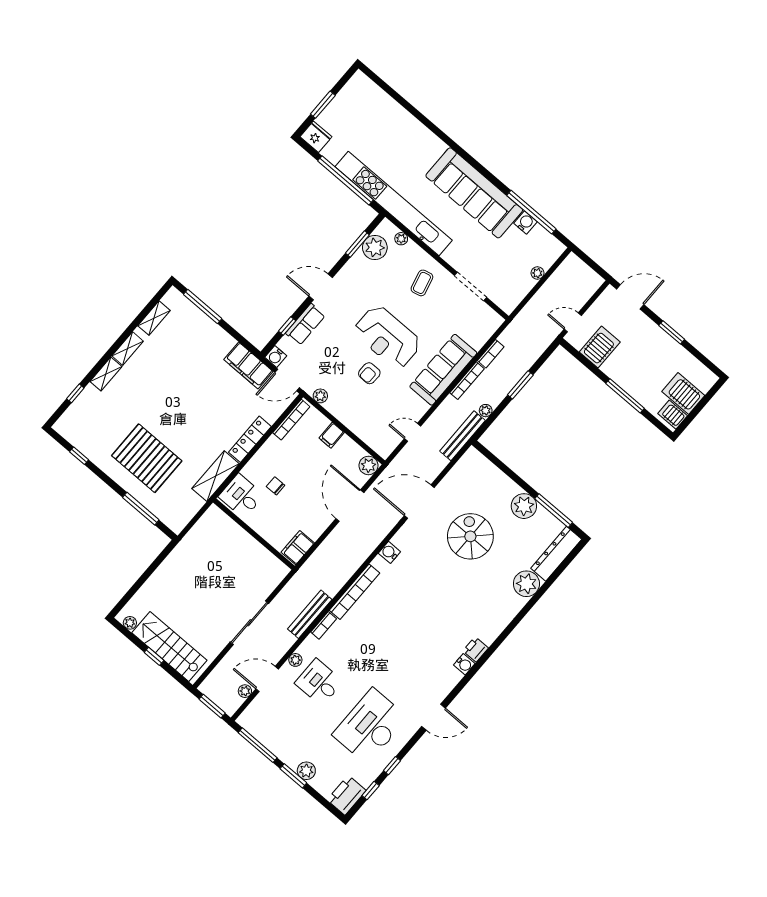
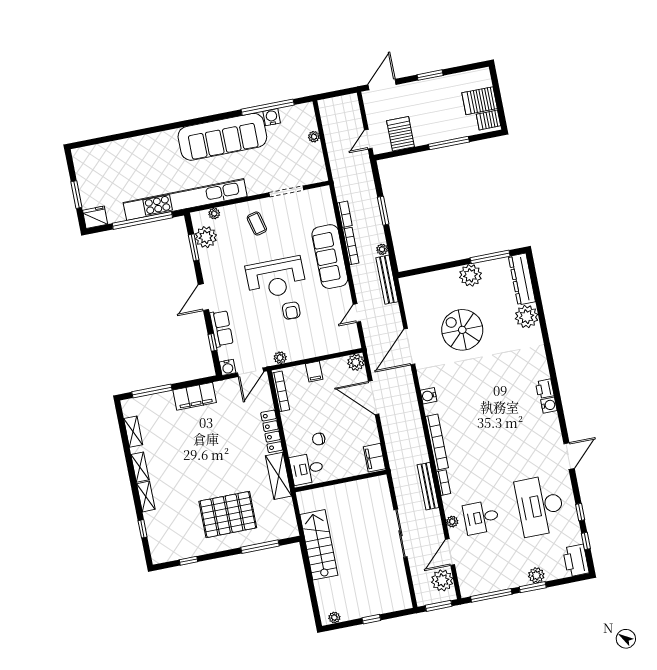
filing cabinet: (248, 365) -> (195, 396), moved
stairs: (169, 646) -> (319, 545), moved, turned 90
plant: (245, 691) -> (442, 580), width x1.88, depth x1.88

